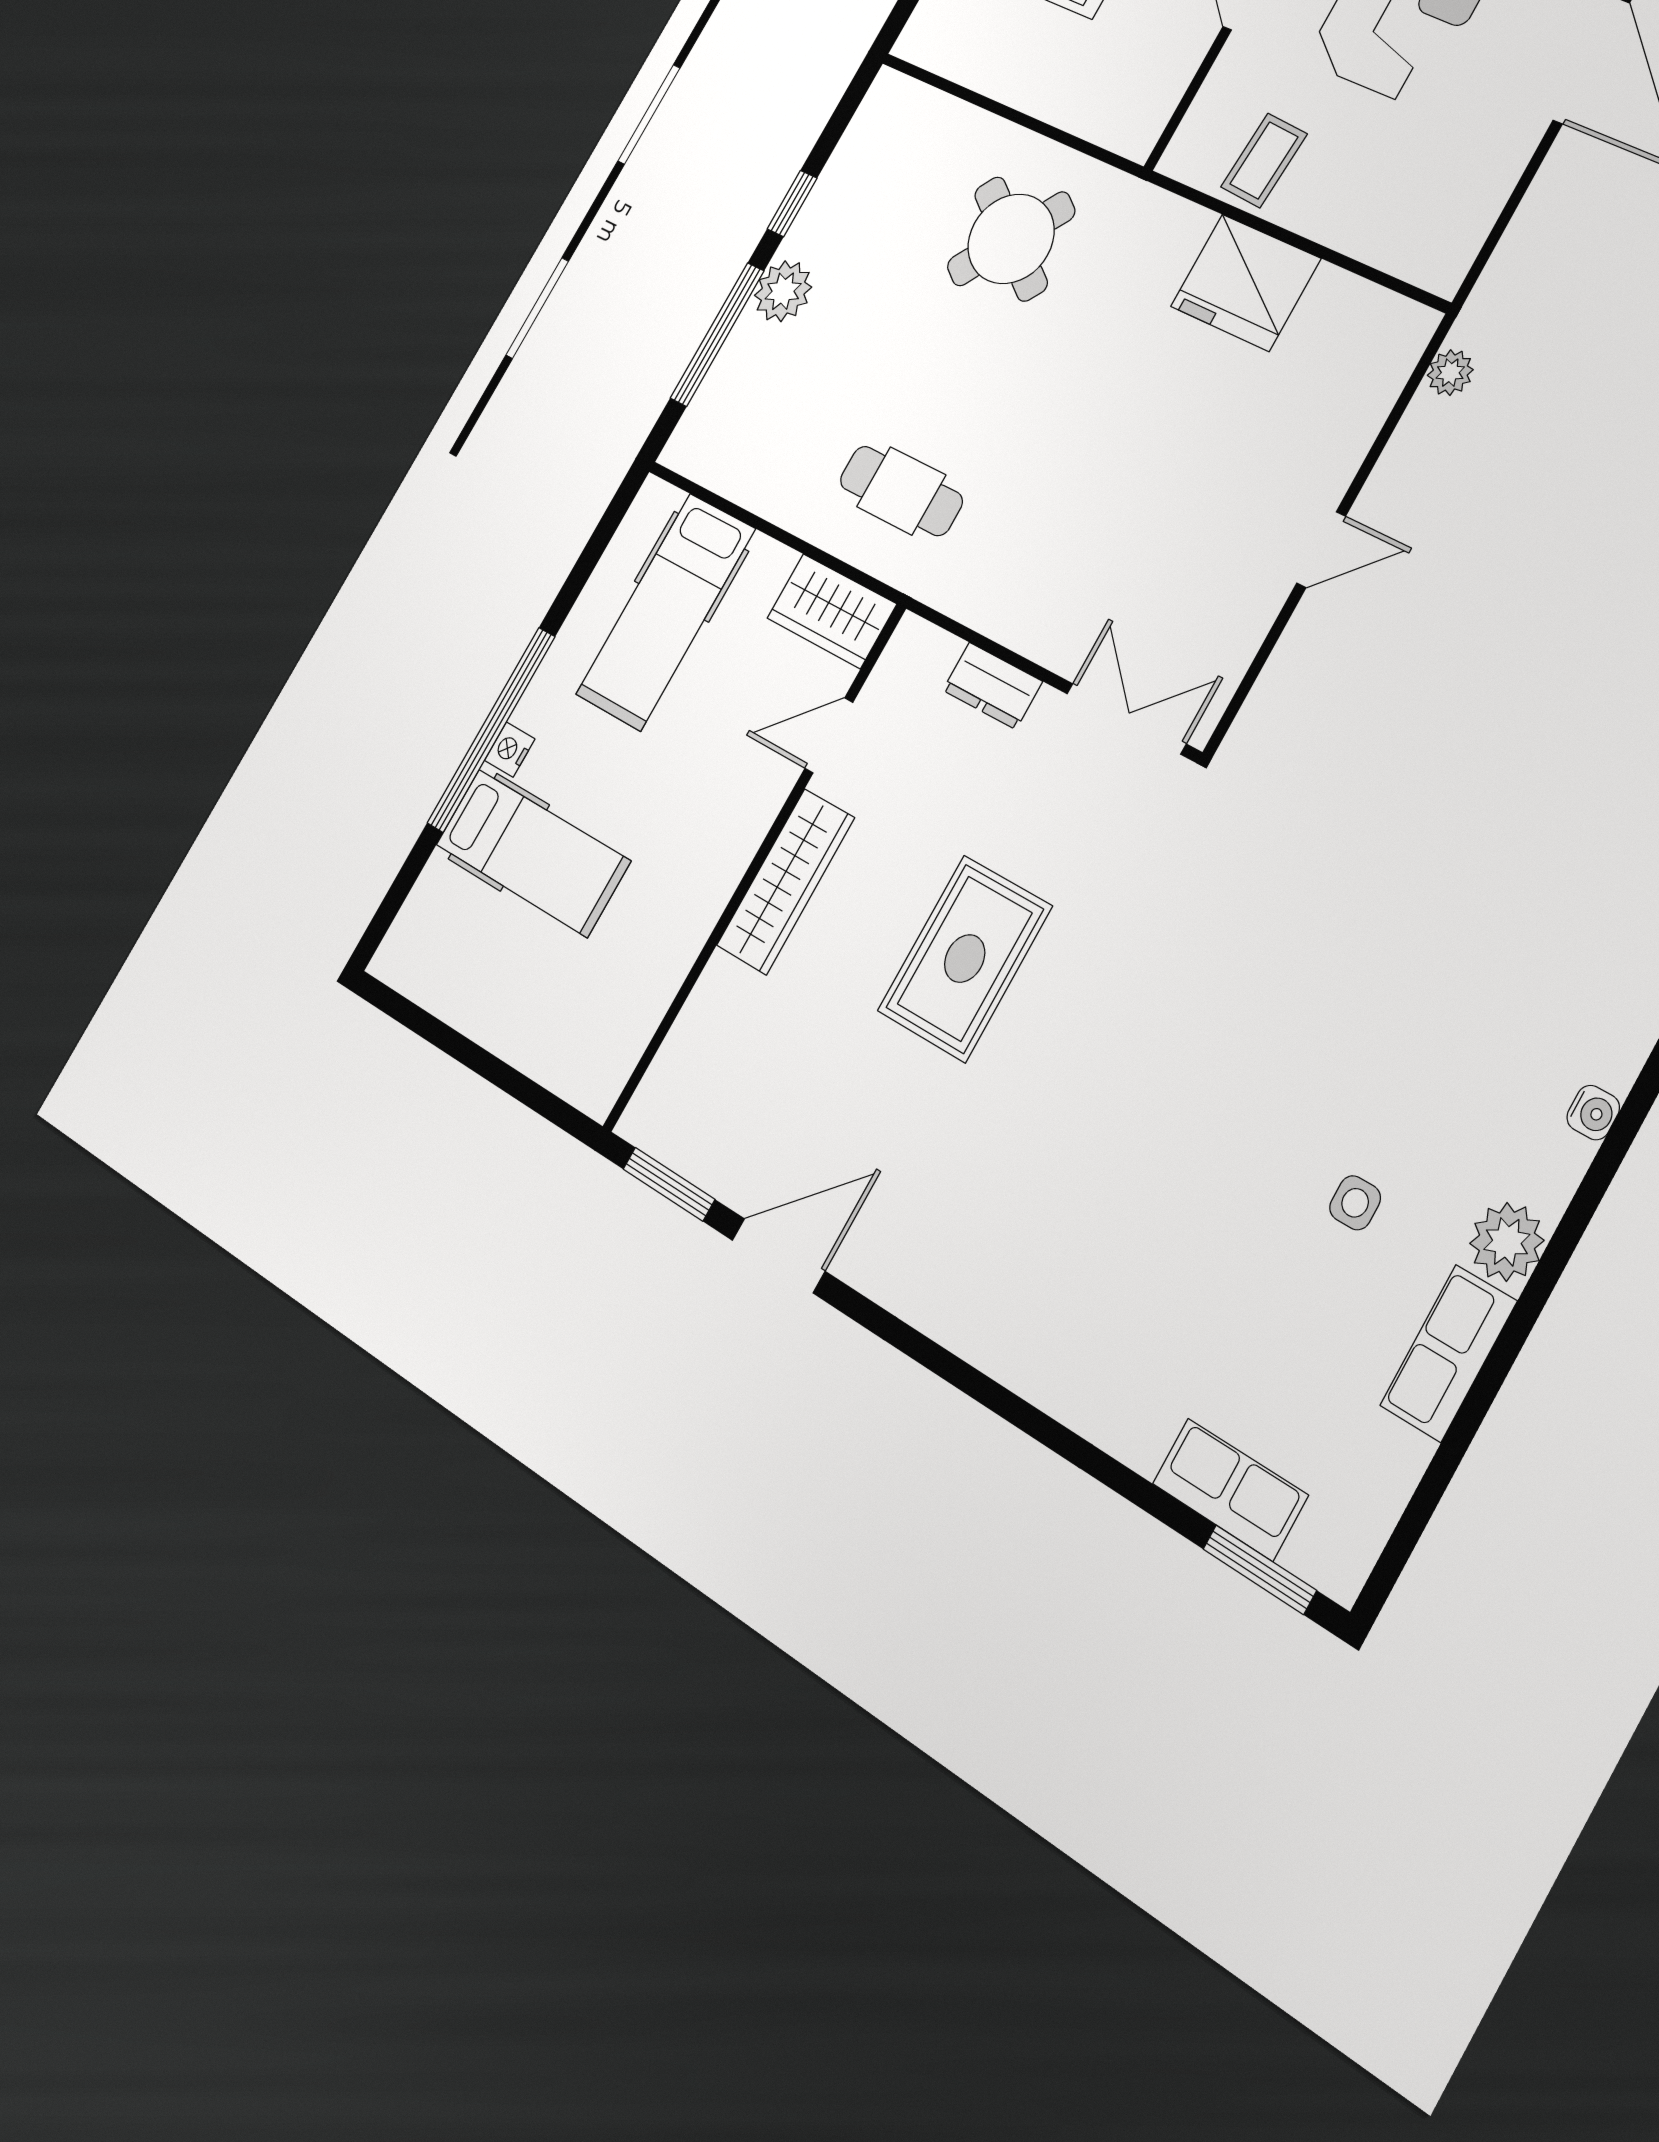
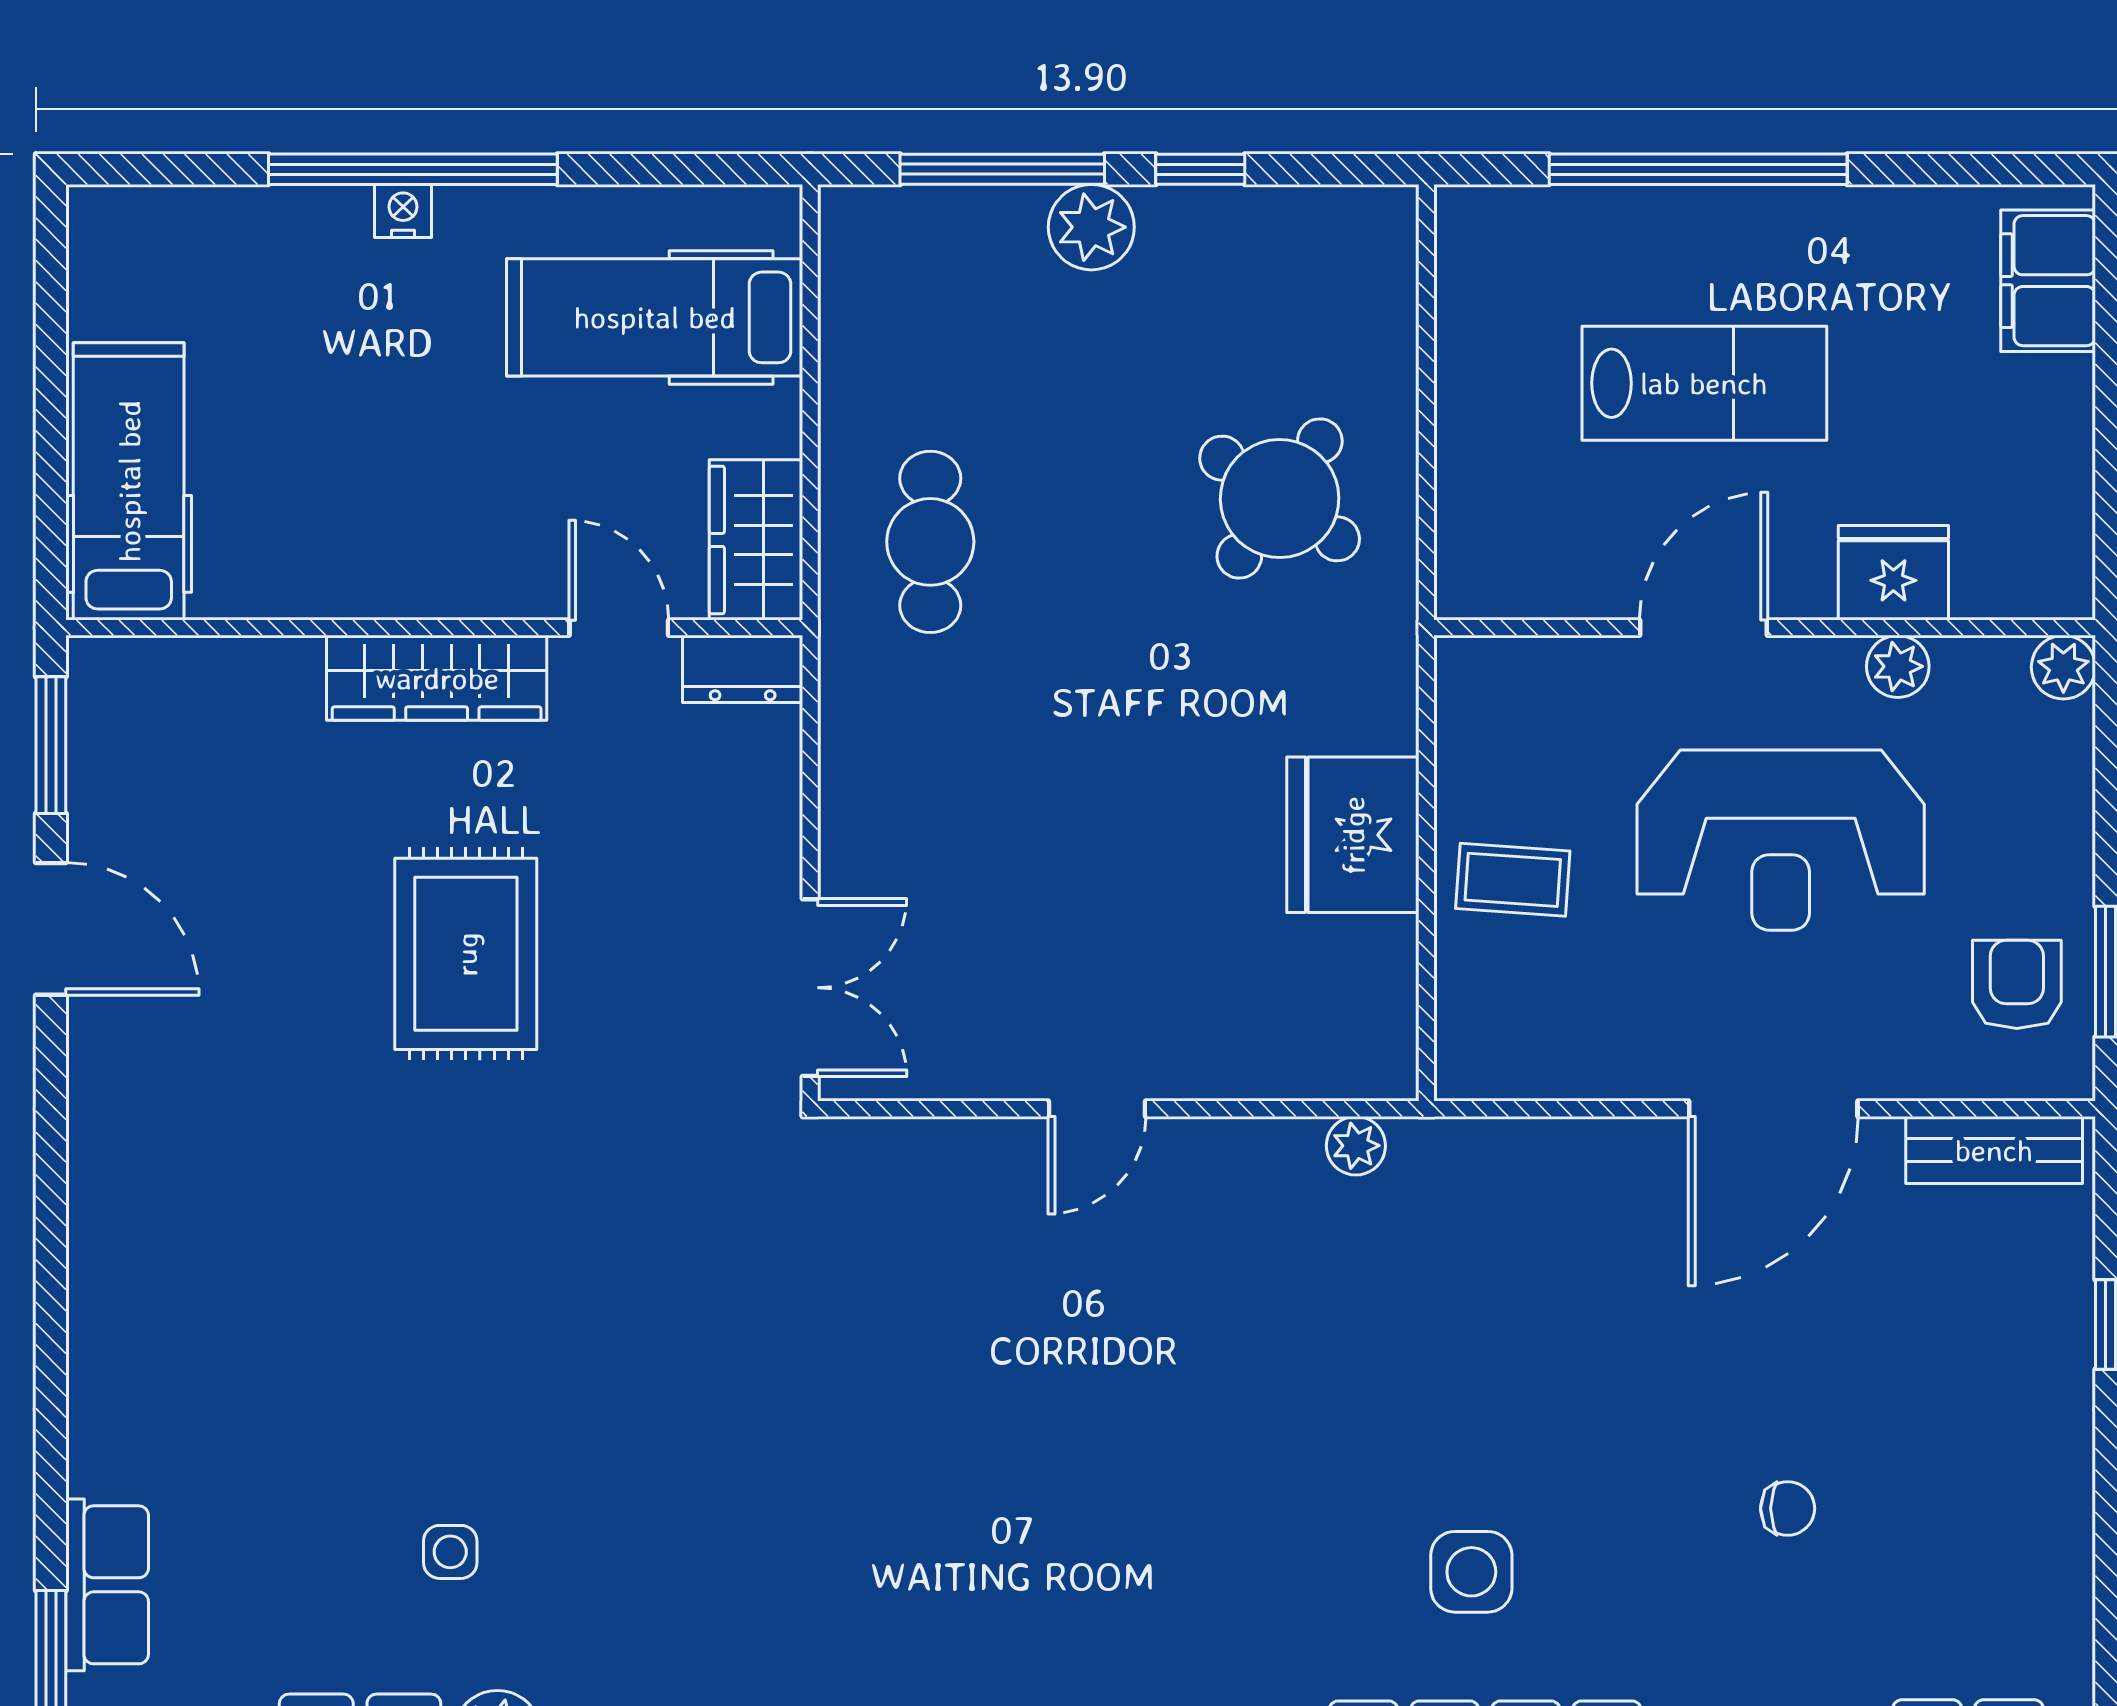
coffee table: (1264, 160) -> (1513, 880), moved
door: (1321, 550) -> (1097, 1109), hinge flipped
dresser: (992, 686) -> (743, 669), moved, turned -90
hospital bed: (533, 853) -> (129, 481), moved, turned 180
rug: (965, 959) -> (466, 954), turned 90

